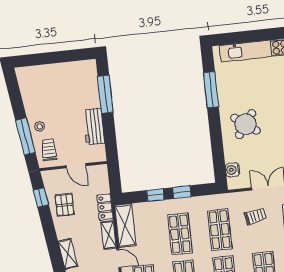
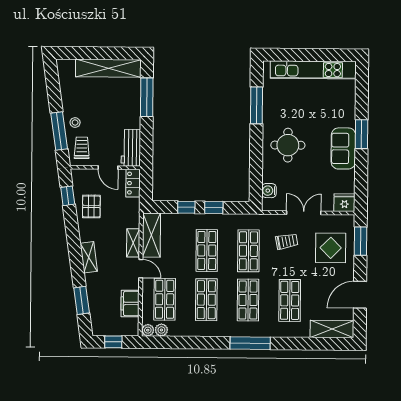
shelving: (65, 71) -> (108, 68), added
round table: (246, 124) -> (288, 145), turned -36
workbench: (94, 126) -> (131, 148), moved
locker: (105, 207) -> (133, 183), moved

